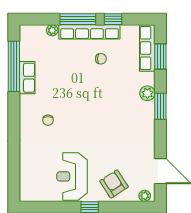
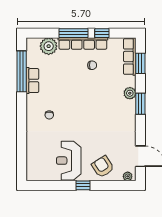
plant: (52, 30) -> (49, 46), width x1.87, depth x1.87

